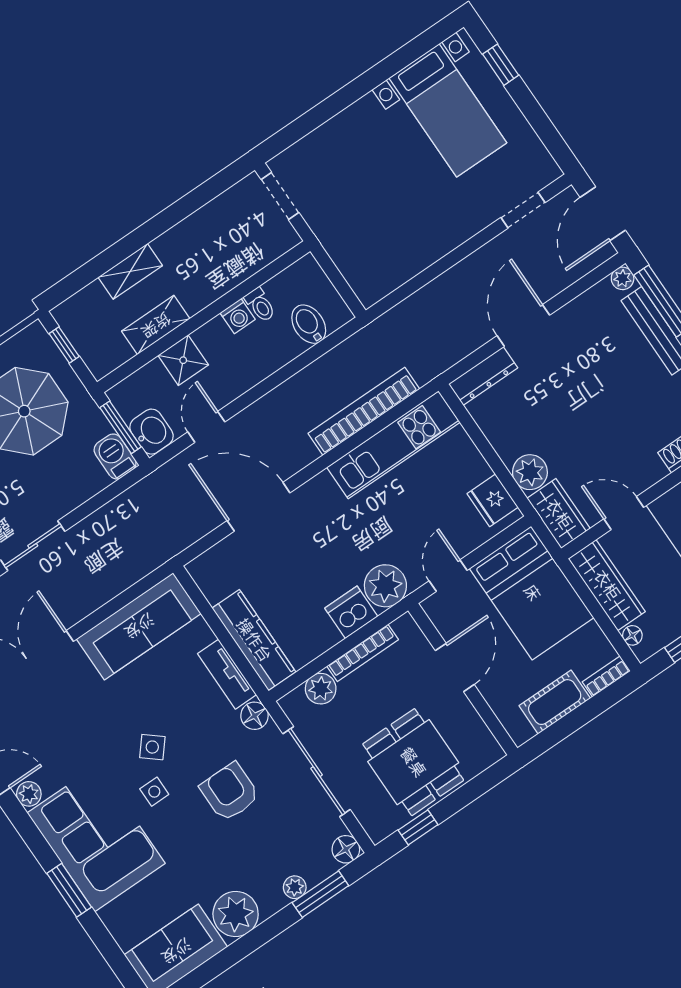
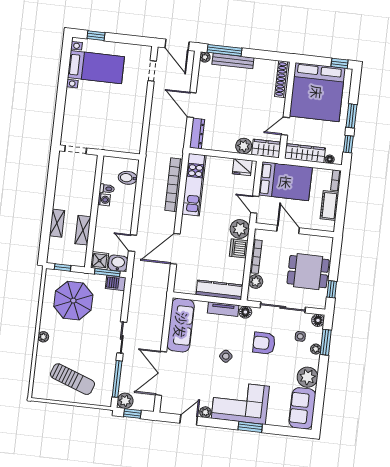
shower: (183, 360) -> (100, 261), moved
side table: (154, 792) -> (300, 336), moved

